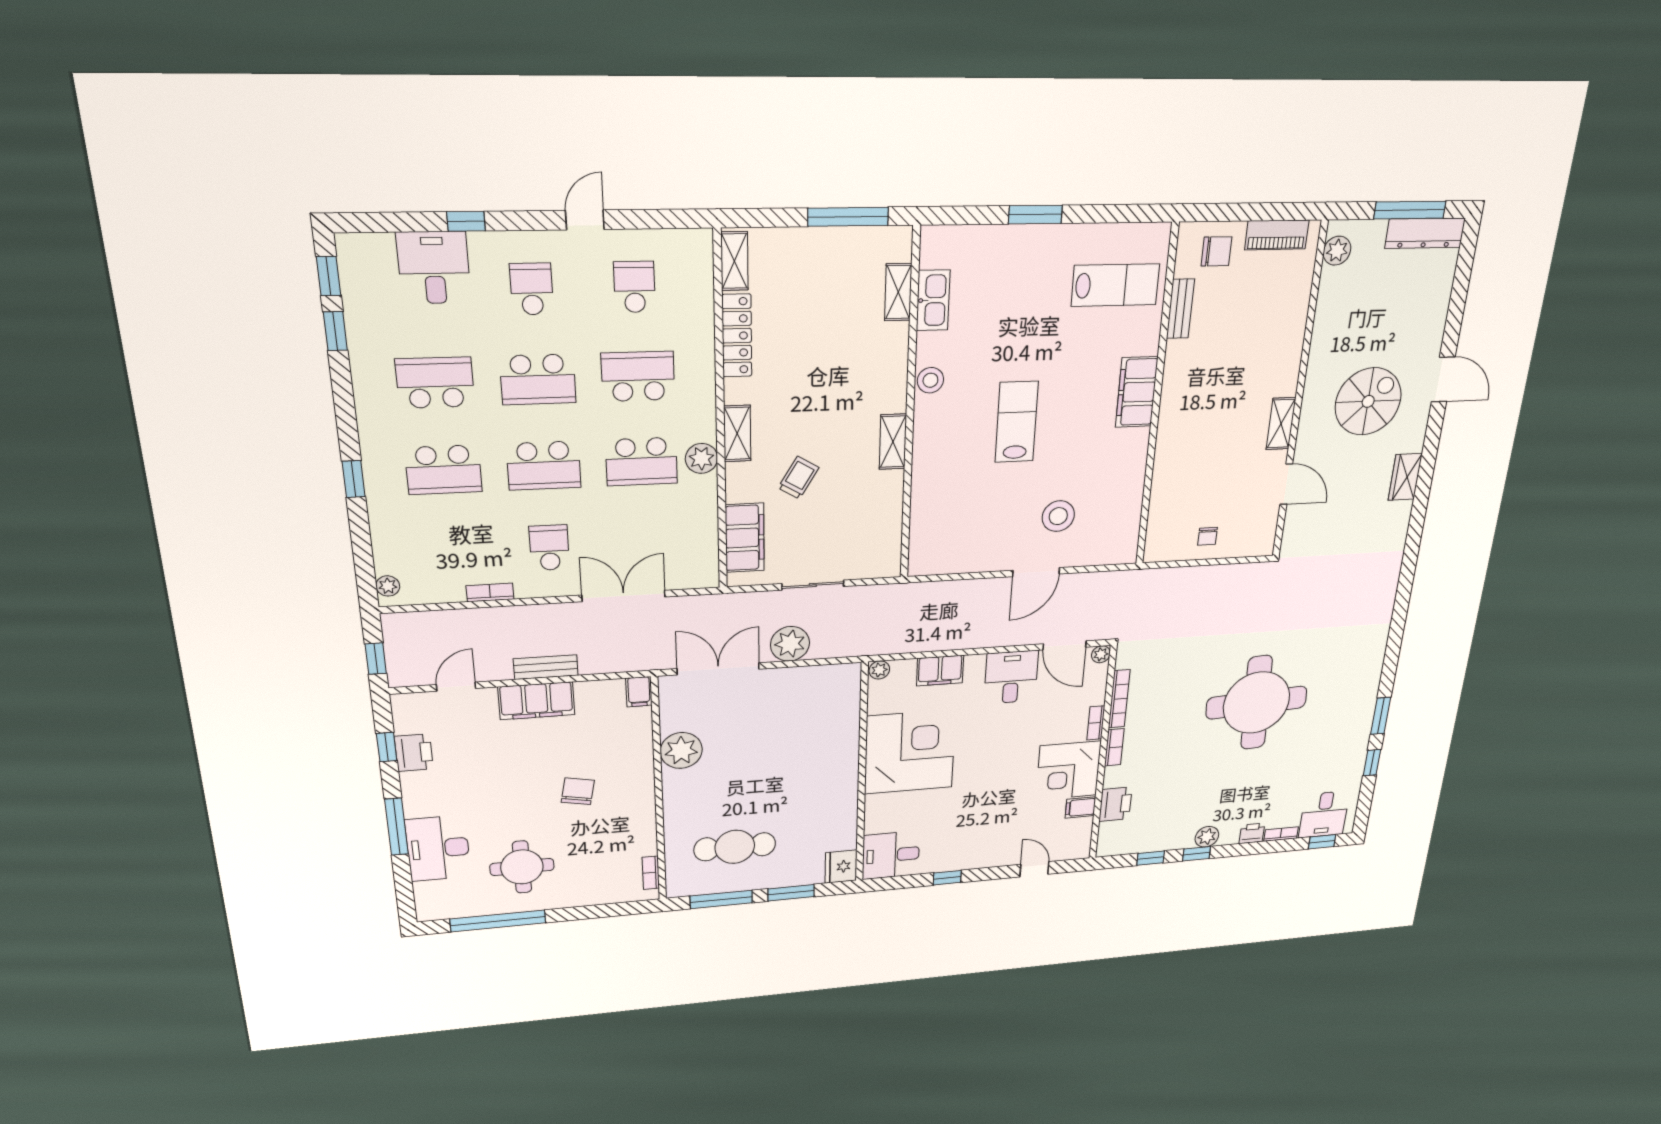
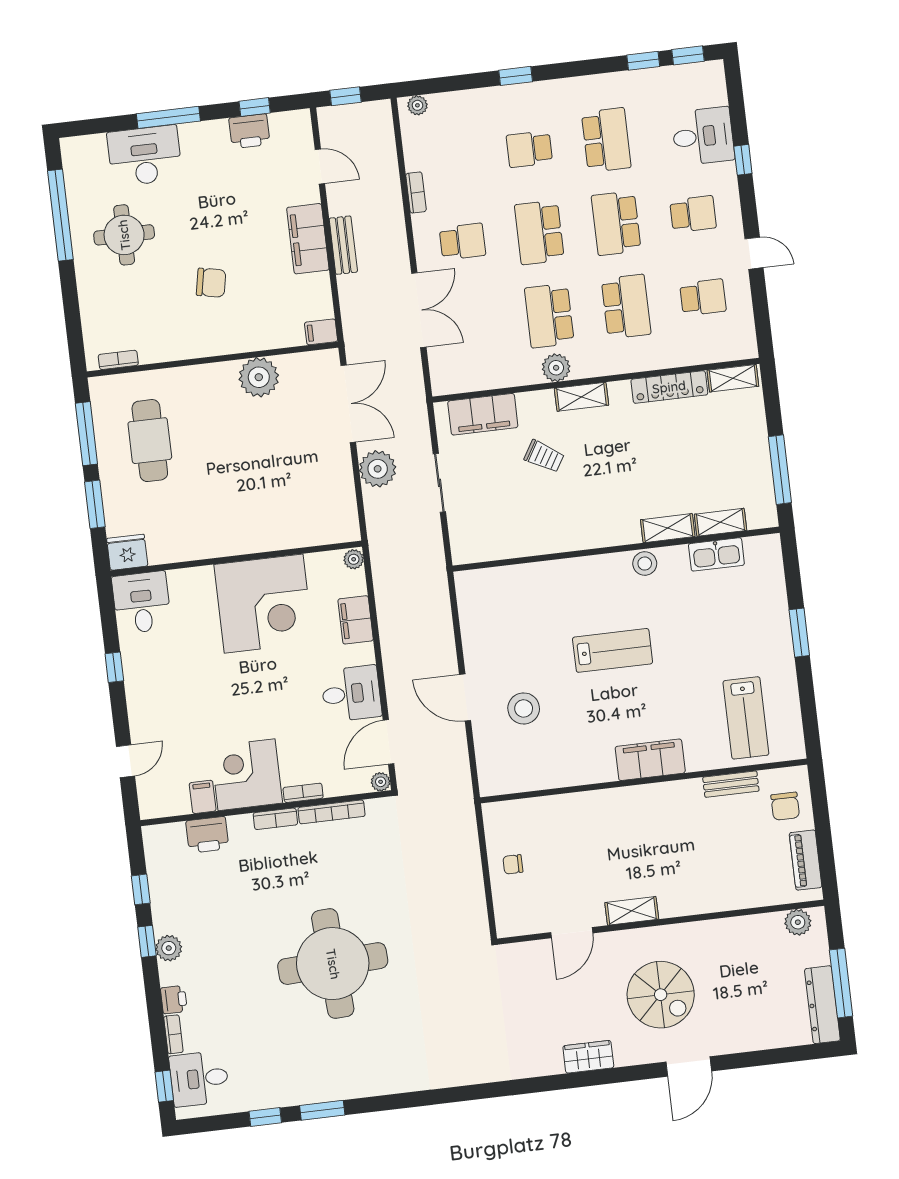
shelving: (893, 442) -> (668, 528), moved
school desk: (444, 470) -> (529, 149), width x0.54

